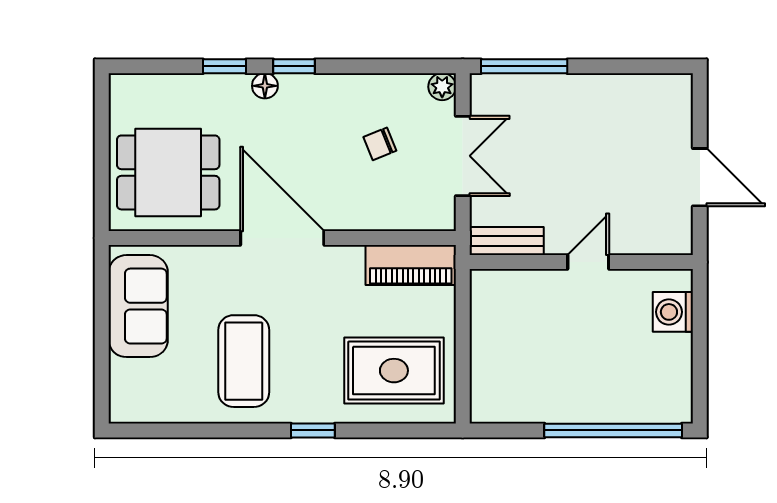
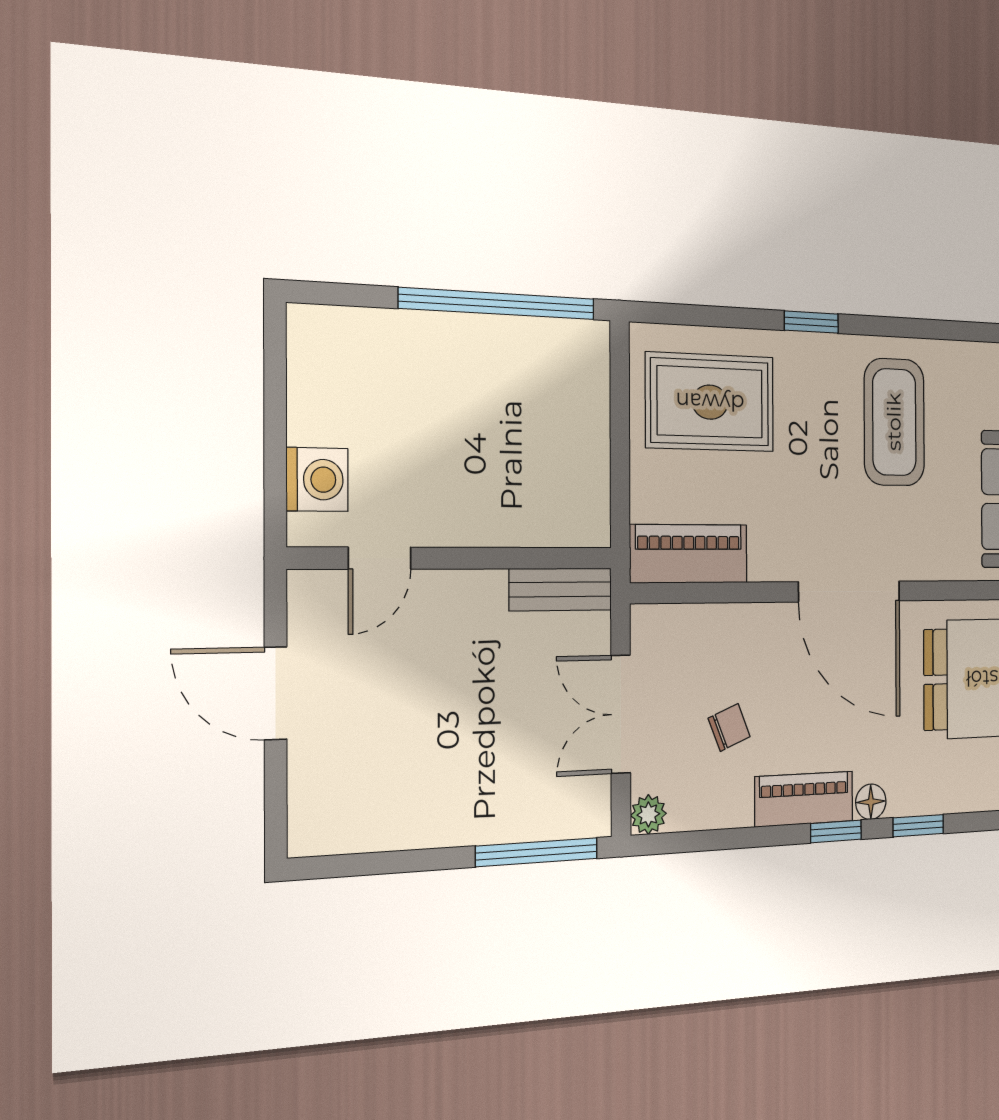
piano: (320, 91) -> (804, 799), added
door: (588, 262) -> (380, 558), moved
window: (613, 430) -> (498, 304), moved

